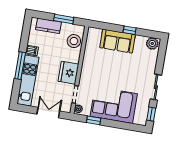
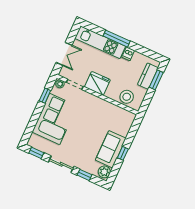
window: (64, 19) -> (156, 80), moved
sofa: (118, 41) -> (111, 149), moved
window: (160, 62) -> (85, 175), added

